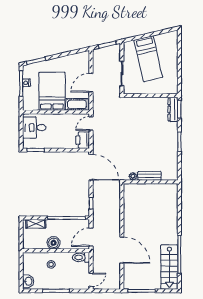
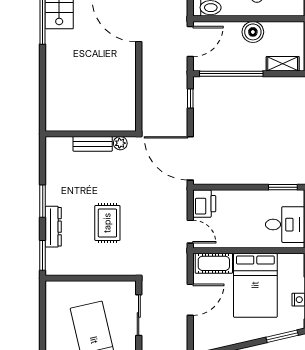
dresser: (173, 109) -> (53, 227), moved
door: (91, 123) -> (190, 232), hinge flipped
rug: (141, 129) -> (107, 223), added

